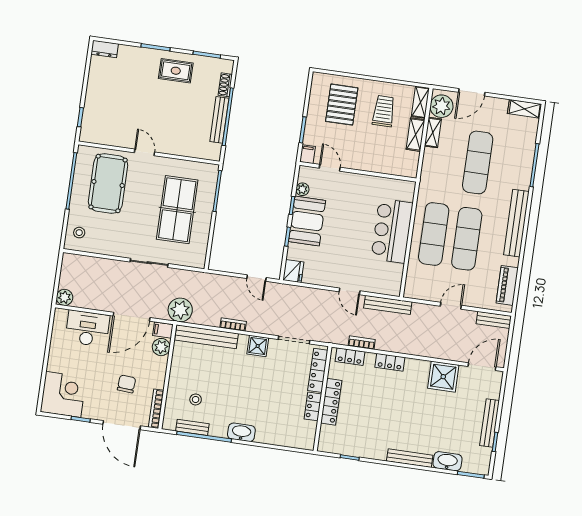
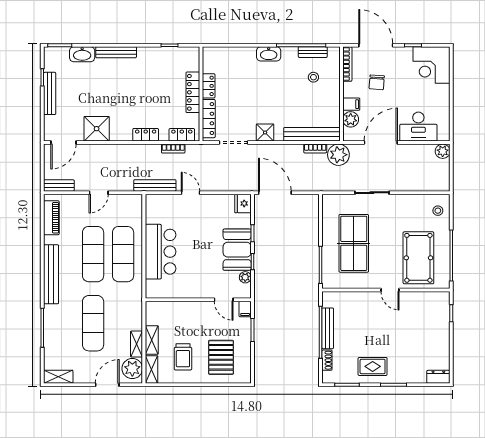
door: (256, 278) -> (275, 193), width x1.87
bookcase: (233, 324) -> (315, 148), moved
filing cabinet: (163, 330) -> (351, 104), moved

